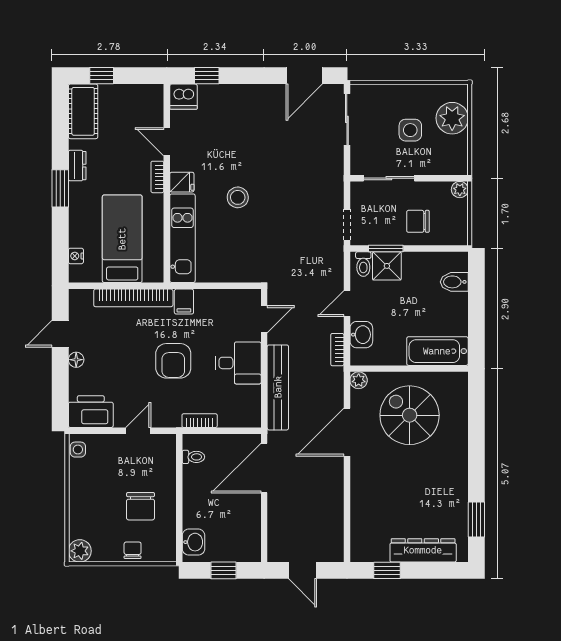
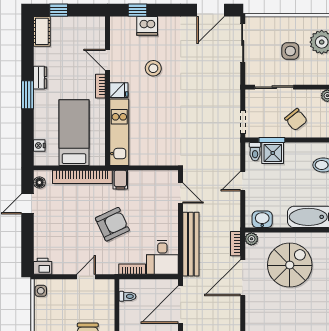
dishwasher: (184, 97) -> (147, 26), moved
cot: (83, 111) -> (42, 31), width x0.73, depth x0.75
stool: (238, 197) -> (153, 68), moved
chair: (418, 221) -> (296, 119), turned -129
door: (264, 319) -> (181, 193), hinge flipped
washbasin: (361, 335) -> (262, 219), moved, turned -90
bookcase: (337, 350) -> (235, 244), moved
floor lamp: (76, 360) -> (39, 182), moved
armchair: (173, 361) -> (112, 224), turned -115
desk: (238, 363) -> (162, 257), moved, turned 90
printer: (91, 412) -> (43, 266), width x0.53, depth x0.68
spiral stairs: (410, 415) -> (290, 265), turned 90

